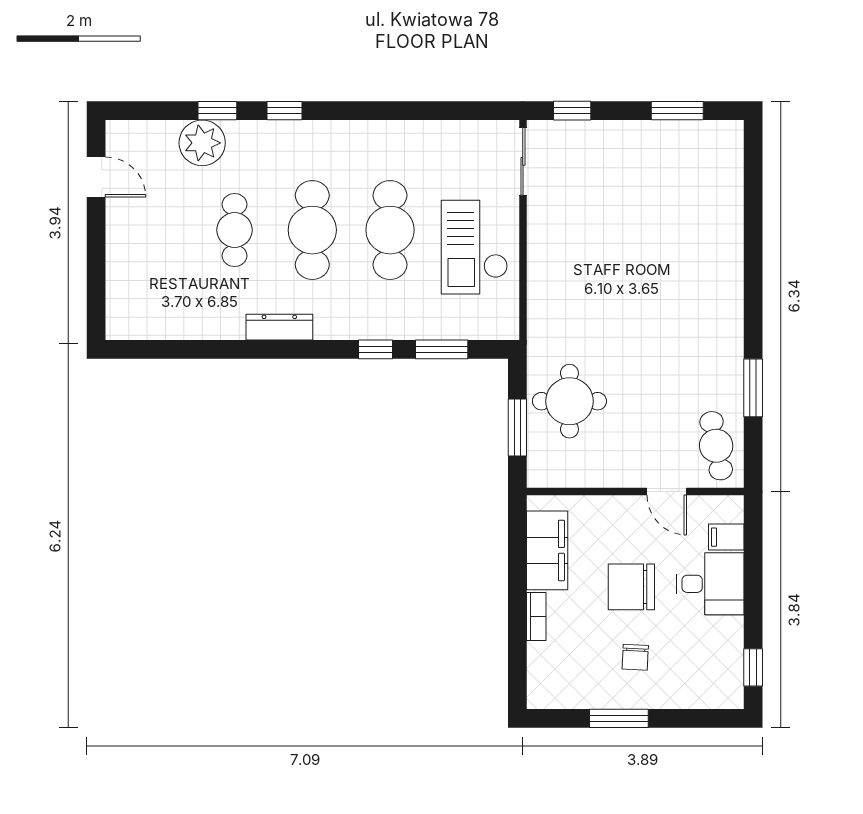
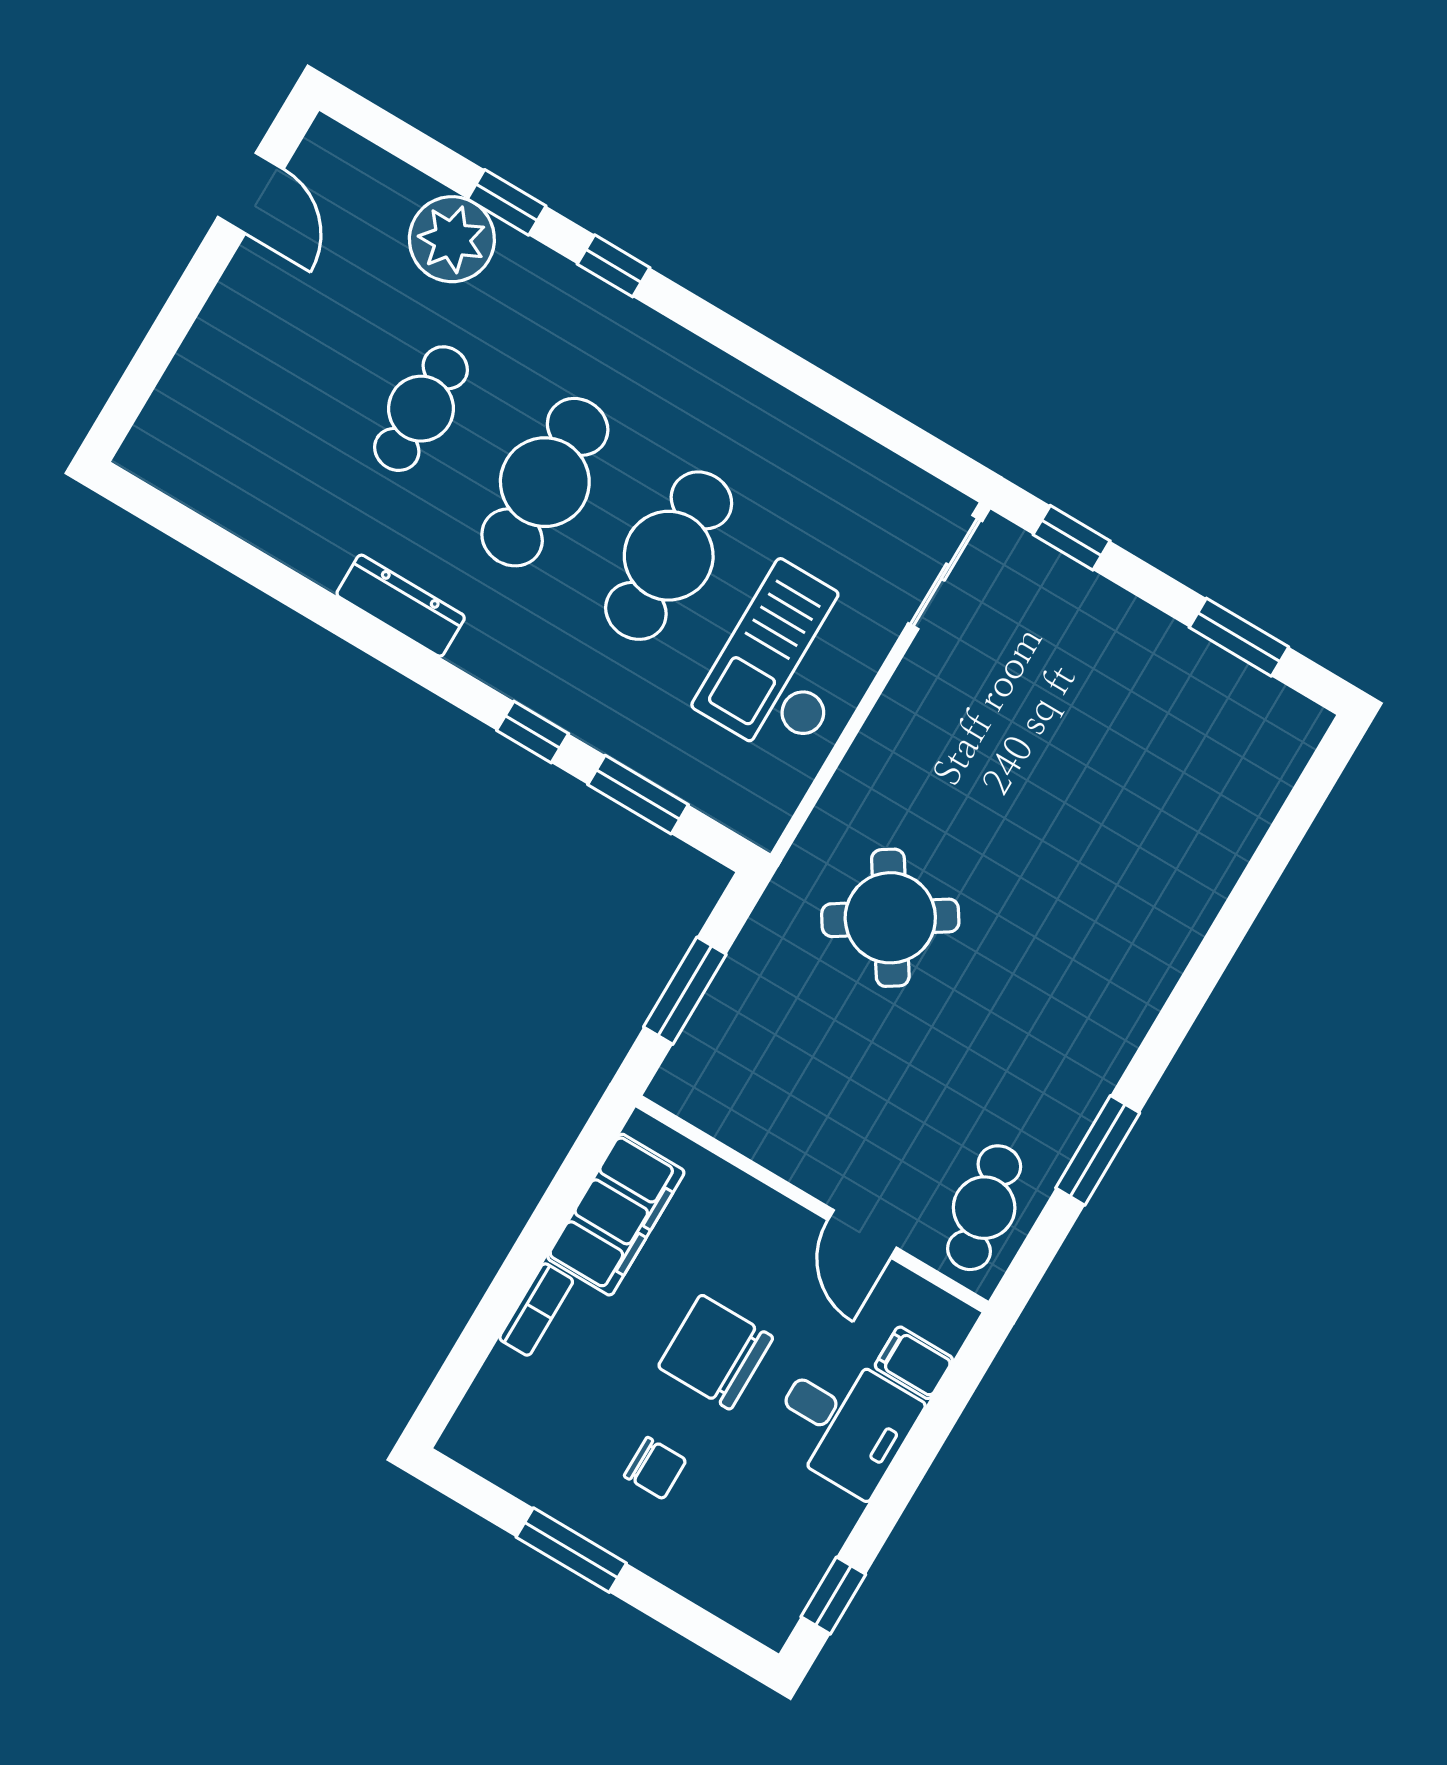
round table: (569, 401) -> (890, 918), moved, turned -33
chair: (635, 657) -> (655, 1468), turned -93

